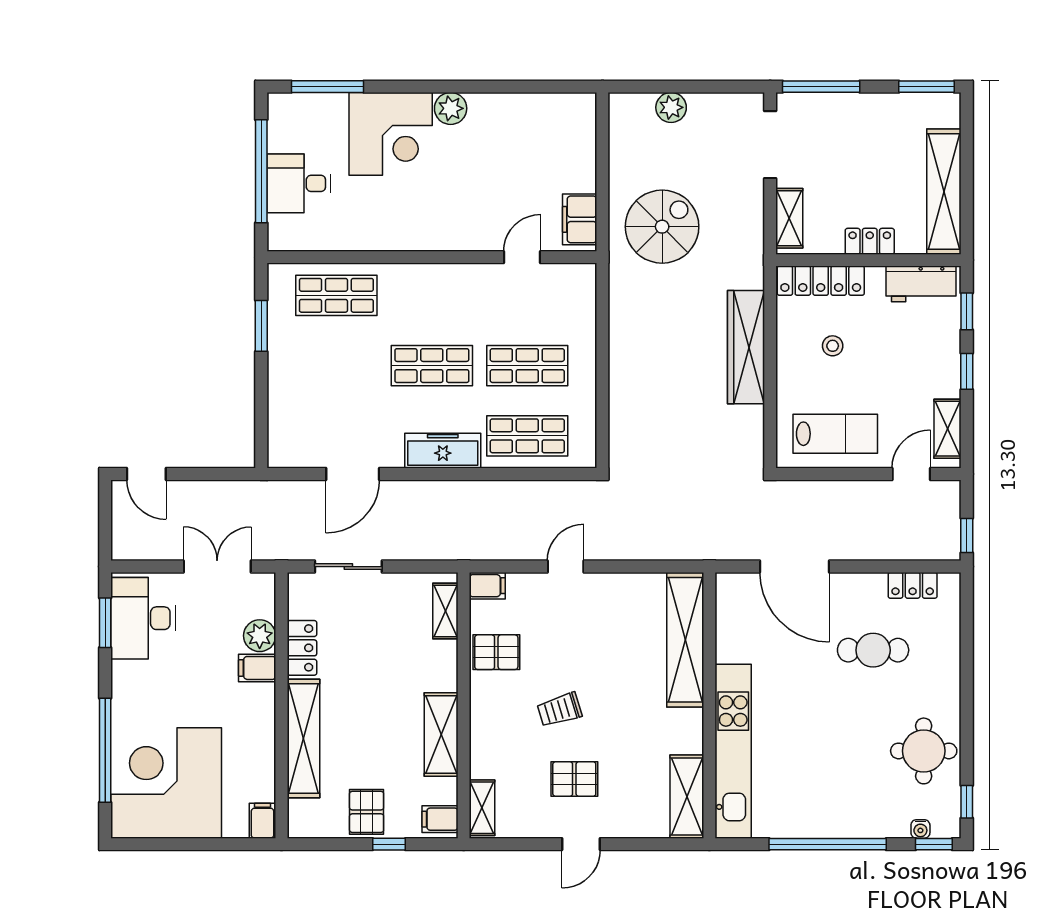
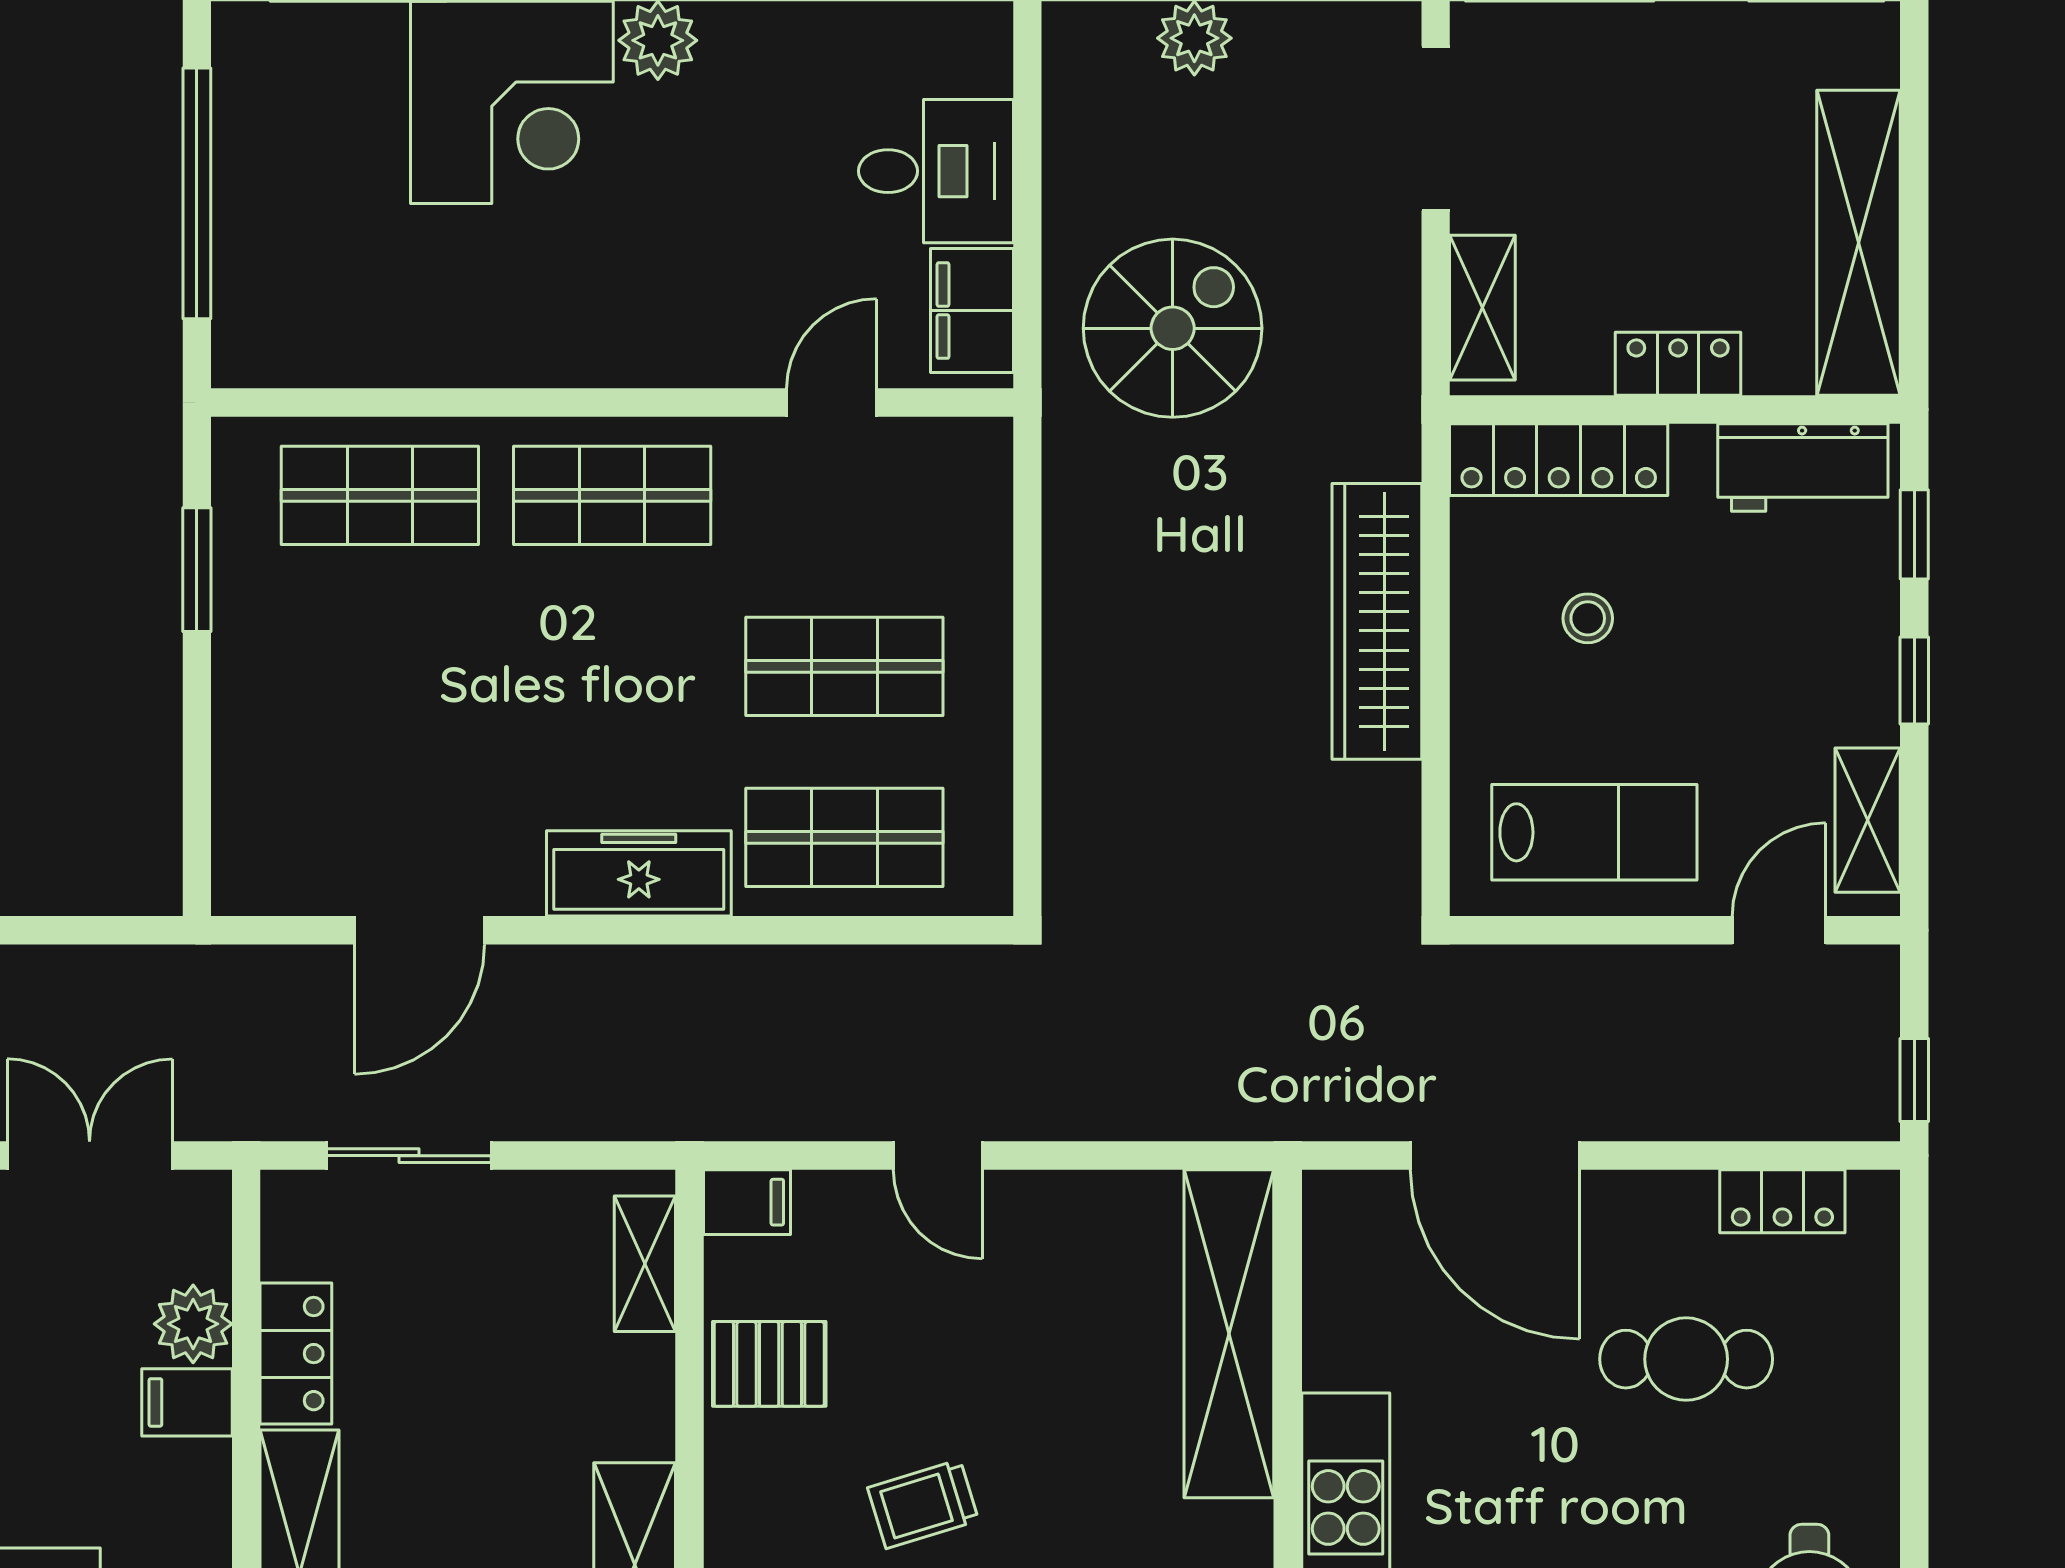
desk: (299, 183) -> (936, 171), moved, turned 180
shop shelf: (432, 366) -> (612, 495), moved
door: (566, 567) -> (938, 1156), swing flipped

